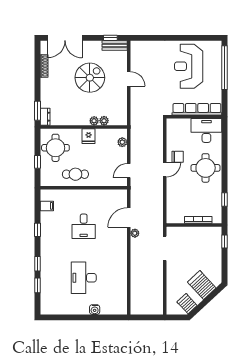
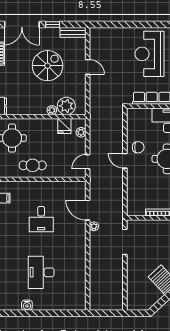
window: (110, 38) -> (53, 25), moved
plant: (104, 121) -> (66, 106), width x1.88, depth x1.88
fridge: (89, 136) -> (64, 126), moved
door: (165, 170) -> (125, 161), swing flipped
door: (129, 218) -> (88, 210), hinge flipped
server rack: (187, 304) -> (148, 299), removed
water cooler: (95, 310) -> (27, 305), moved

